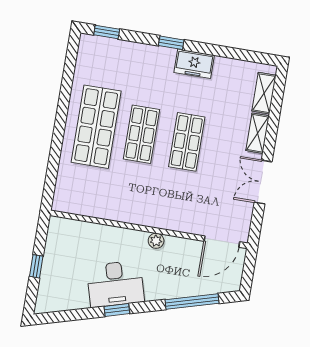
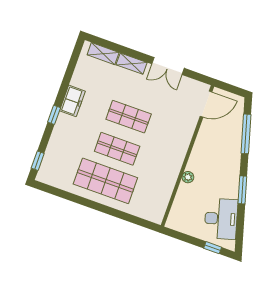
plant: (156, 241) -> (188, 177), moved
door: (222, 242) -> (206, 104), hinge flipped
window: (36, 266) -> (213, 248), moved
desk: (115, 284) -> (221, 219), moved
window: (117, 310) -> (242, 190), width x1.50

